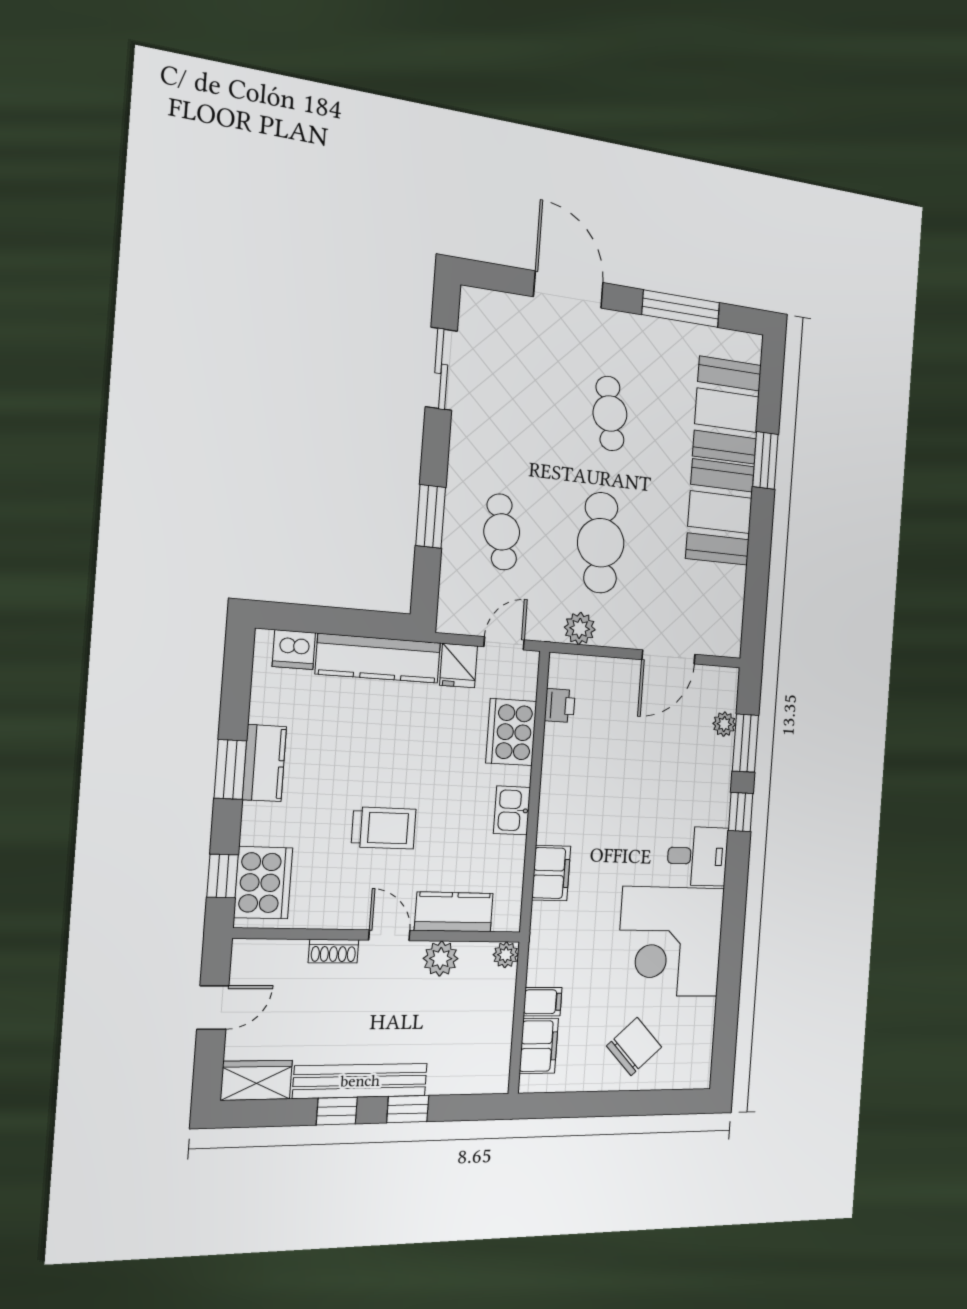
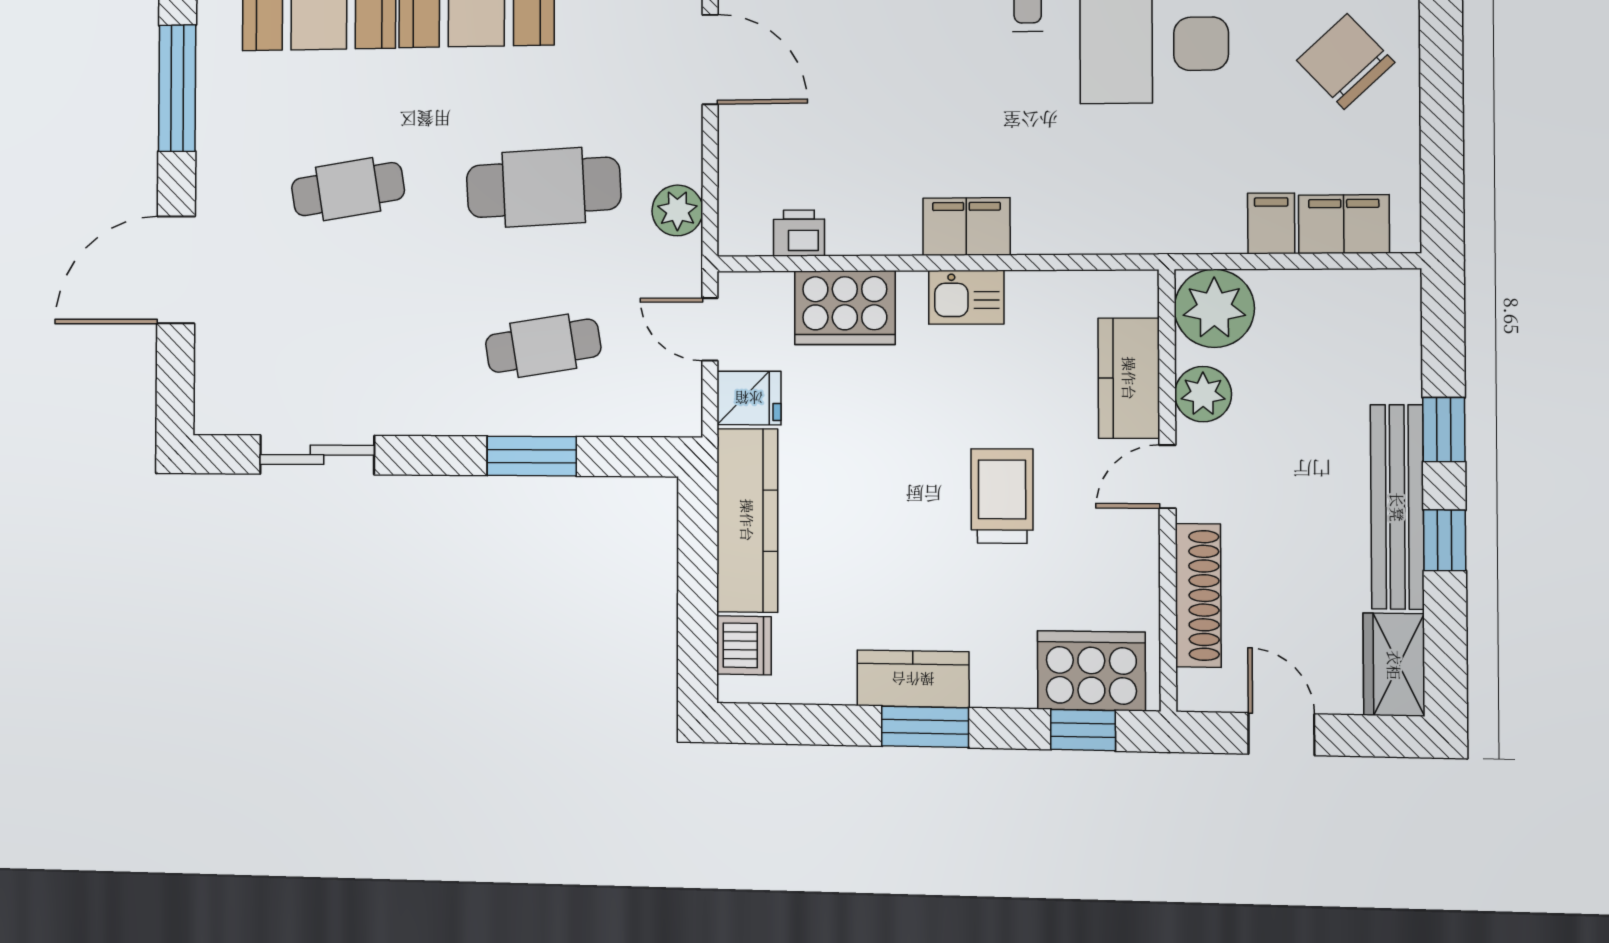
filing cabinet: (551, 873) -> (966, 227), moved
shoe rack: (334, 951) -> (1198, 595), width x1.94, depth x1.24
plant: (506, 955) -> (1214, 308), width x1.87, depth x1.87

